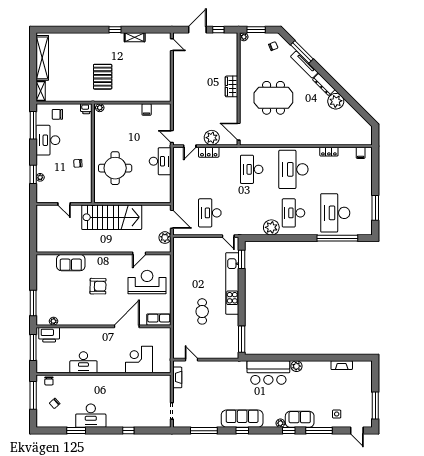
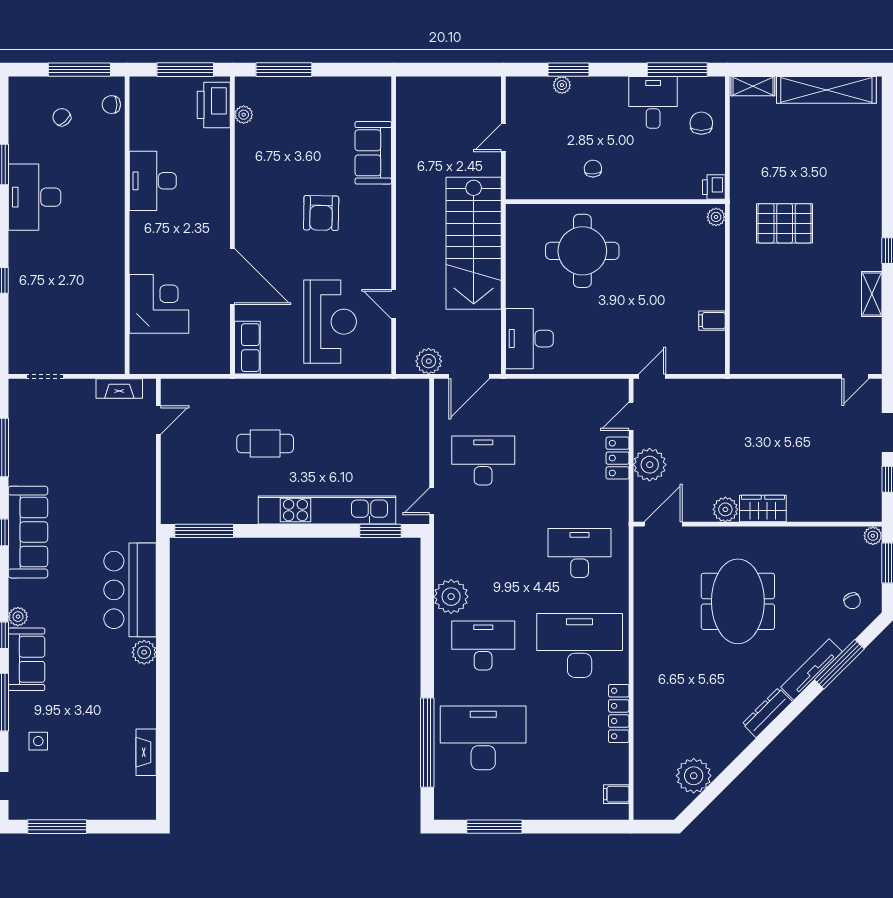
plant: (336, 101) -> (694, 776), moved
plant: (232, 103) -> (725, 509), added
desk: (48, 140) -> (653, 102), width x0.73
door: (190, 146) -> (631, 416), hinge flipped
locker: (329, 152) -> (619, 713), width x1.53
desk: (160, 161) -> (529, 339), moved, turned 90

